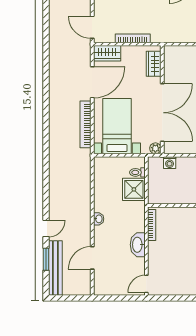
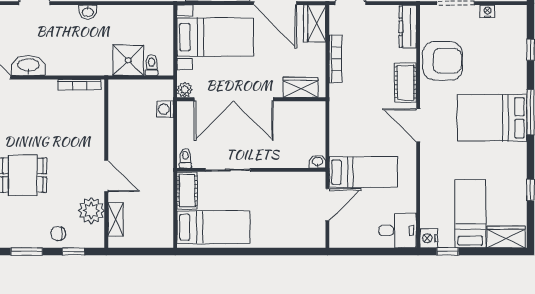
washbasin: (138, 245) -> (28, 66), moved

